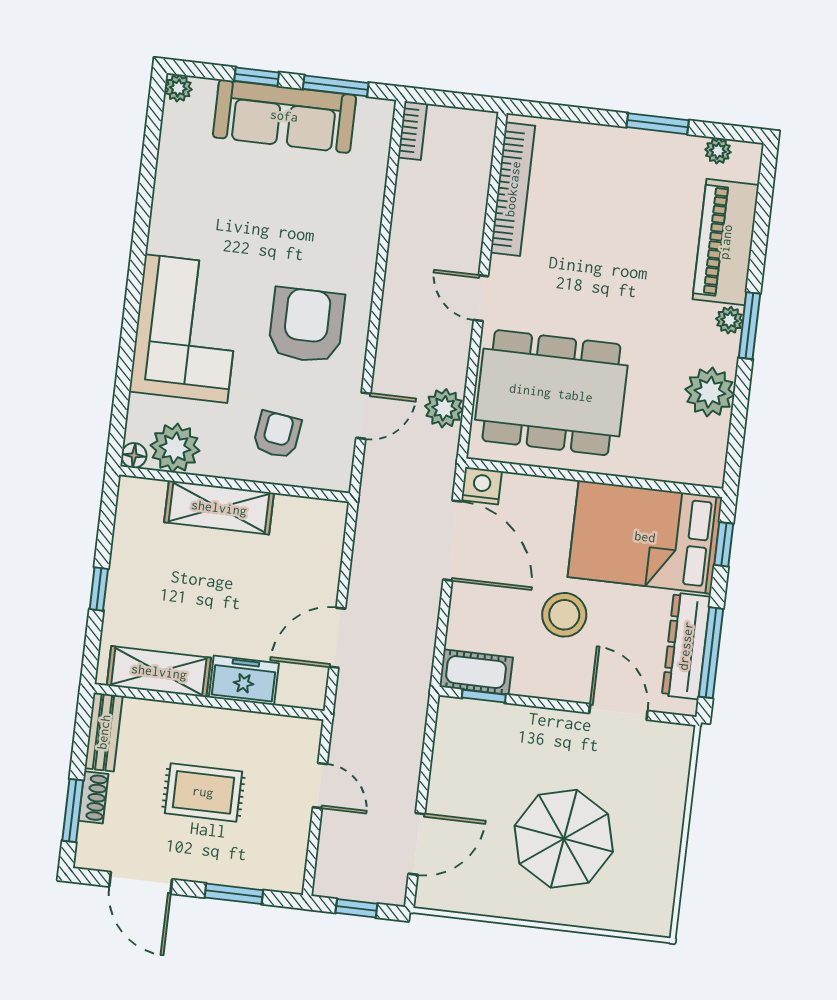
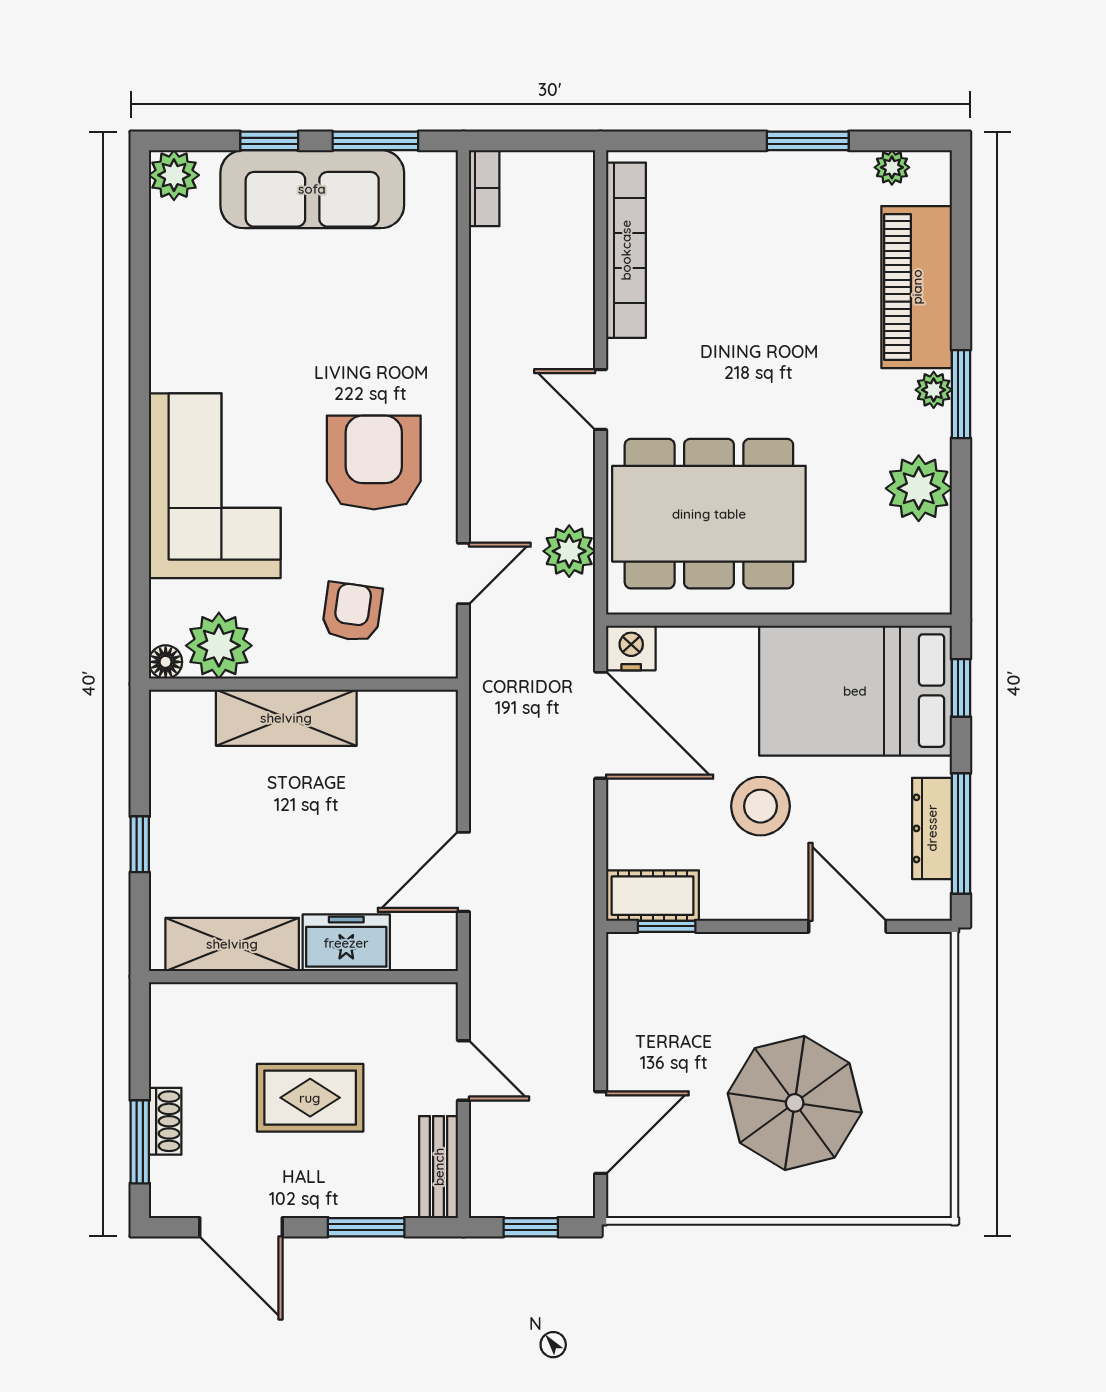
plant: (178, 88) -> (174, 175), width x1.38, depth x1.38
dresser: (686, 646) -> (932, 828), width x0.73, depth x0.80
bench: (104, 732) -> (439, 1167), moved

